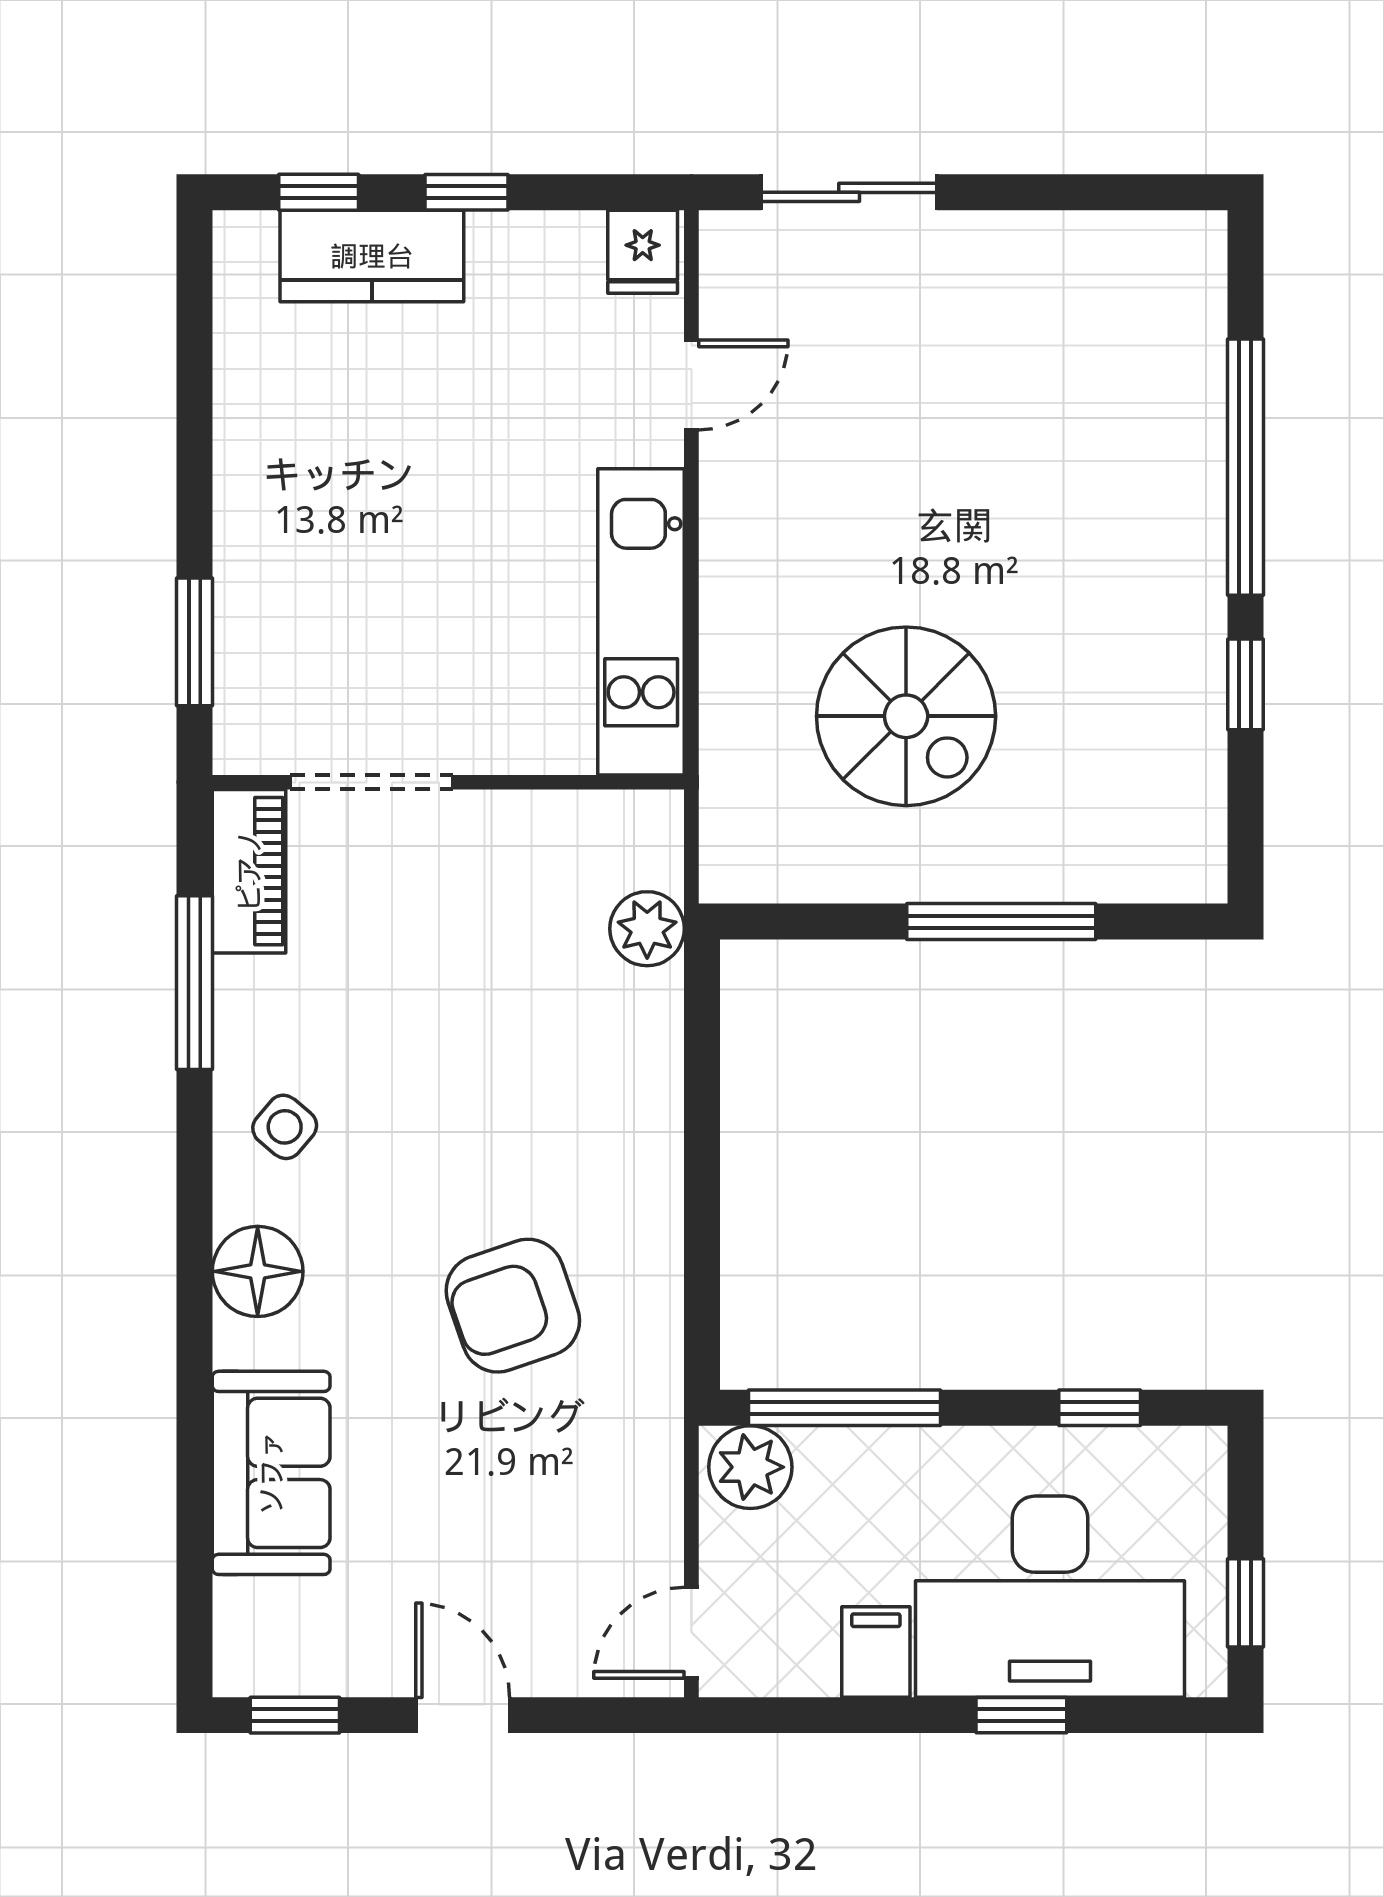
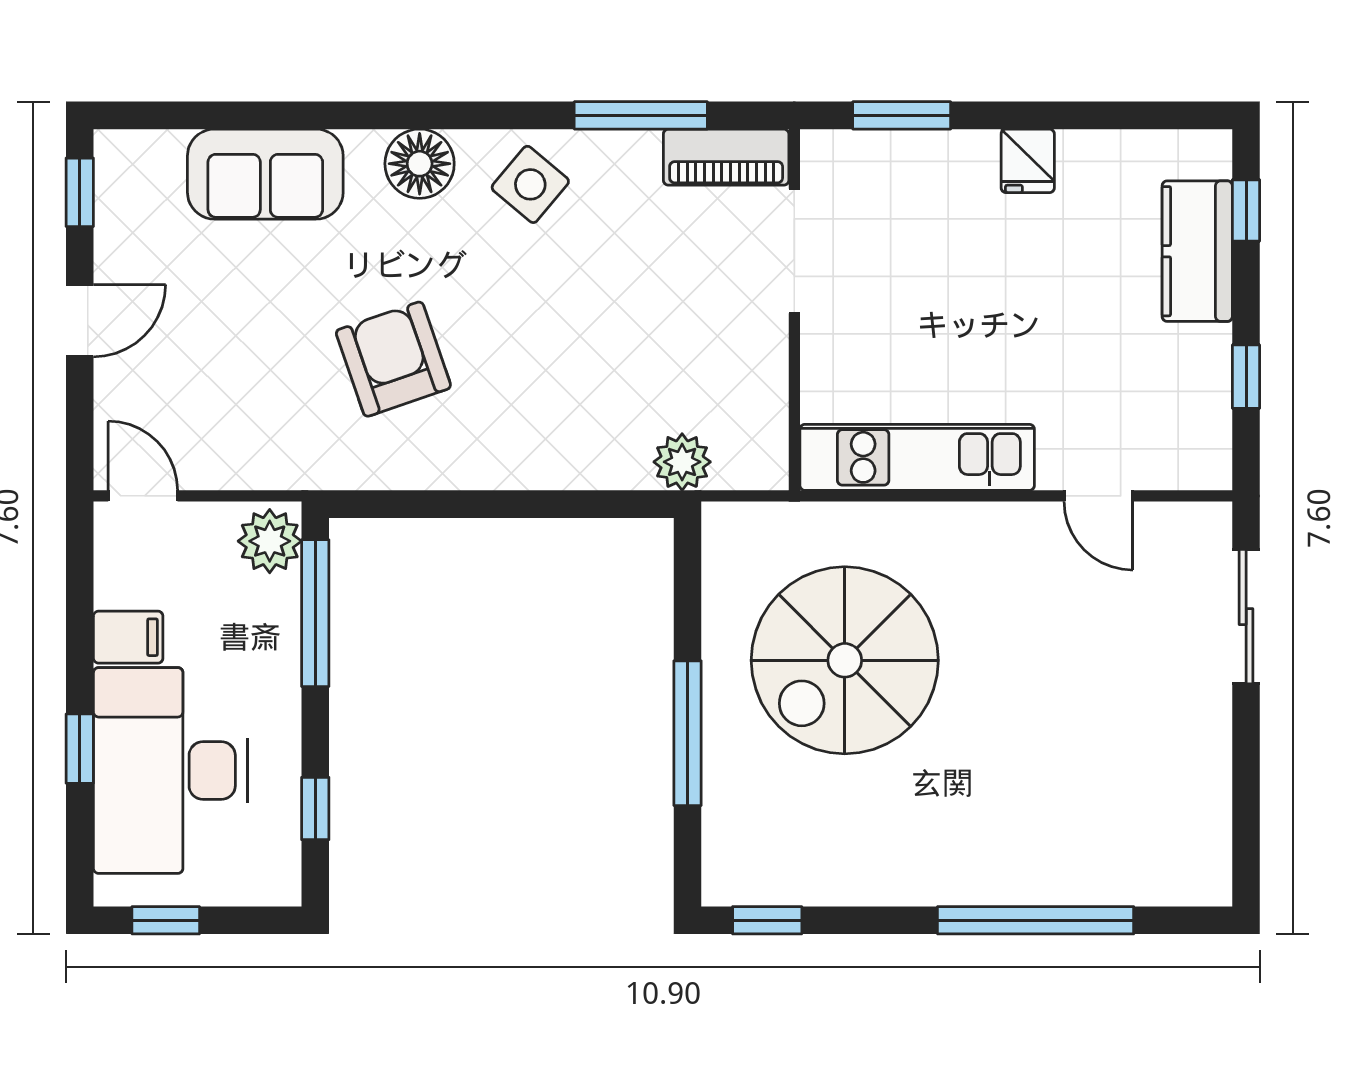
window: (466, 192) -> (1246, 377), moved
fridge: (643, 252) -> (1028, 161), moved, turned -90
window: (1245, 684) -> (767, 920), moved
spiral stairs: (906, 716) -> (845, 660), width x1.37, depth x1.37
side table: (285, 1127) -> (530, 184), width x1.37, depth x1.37

